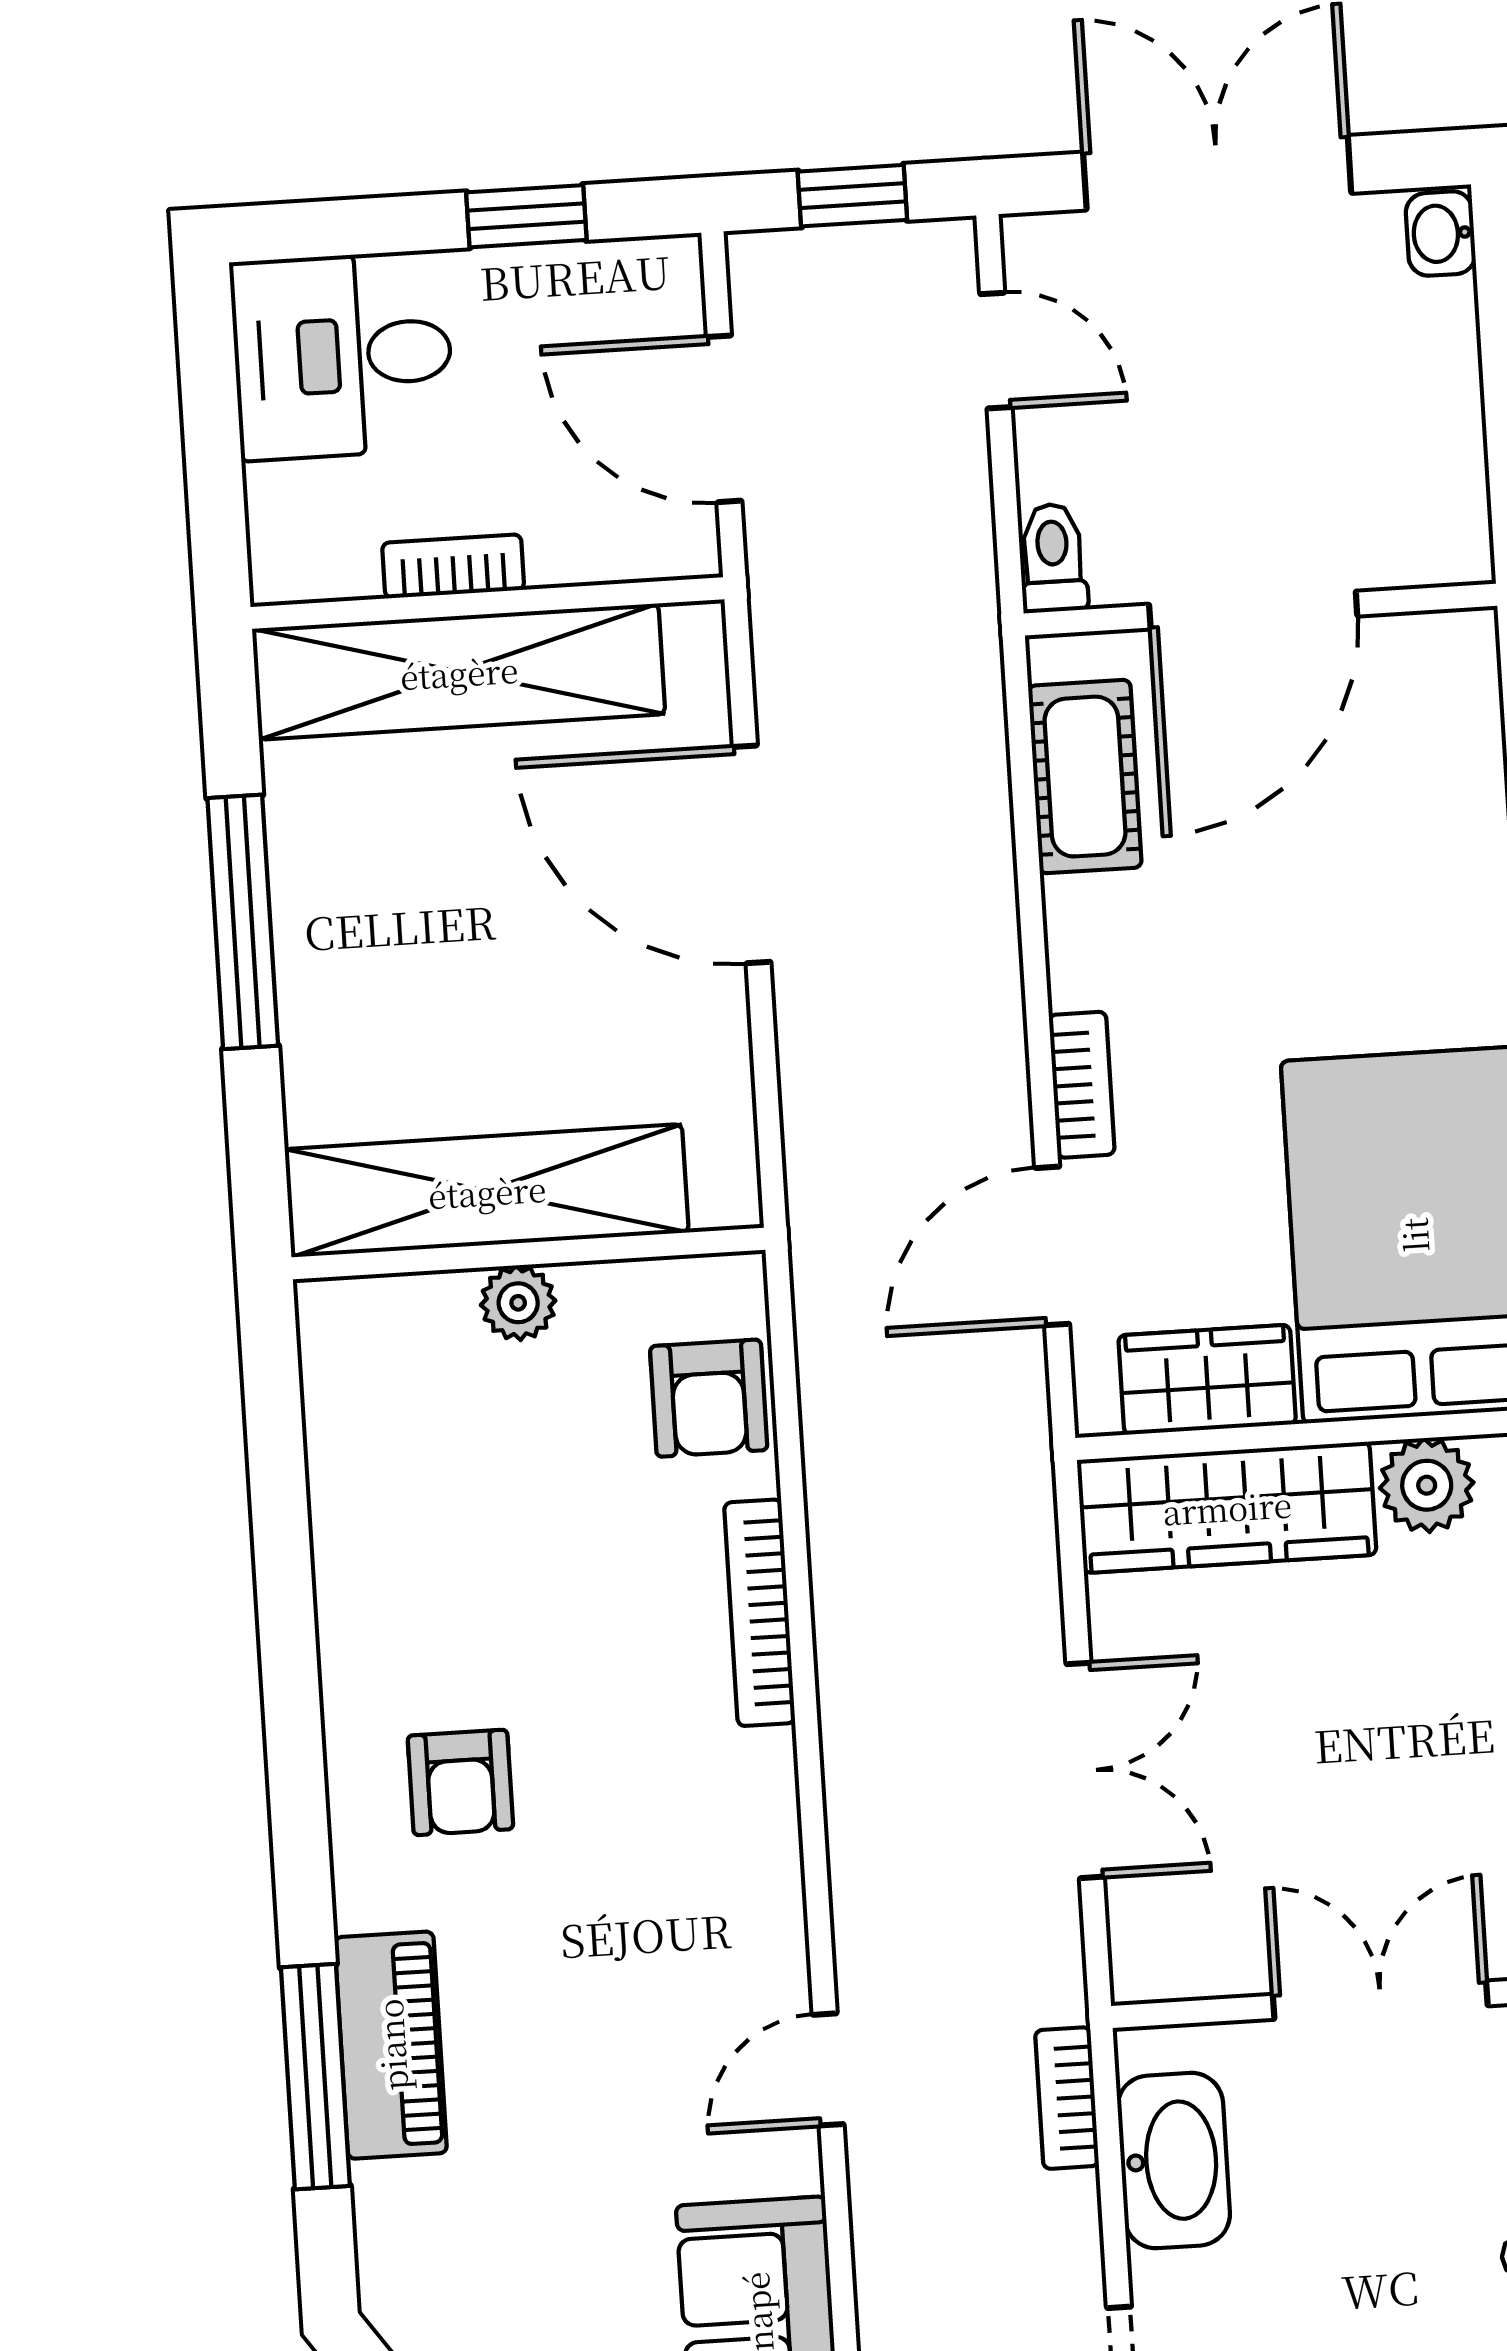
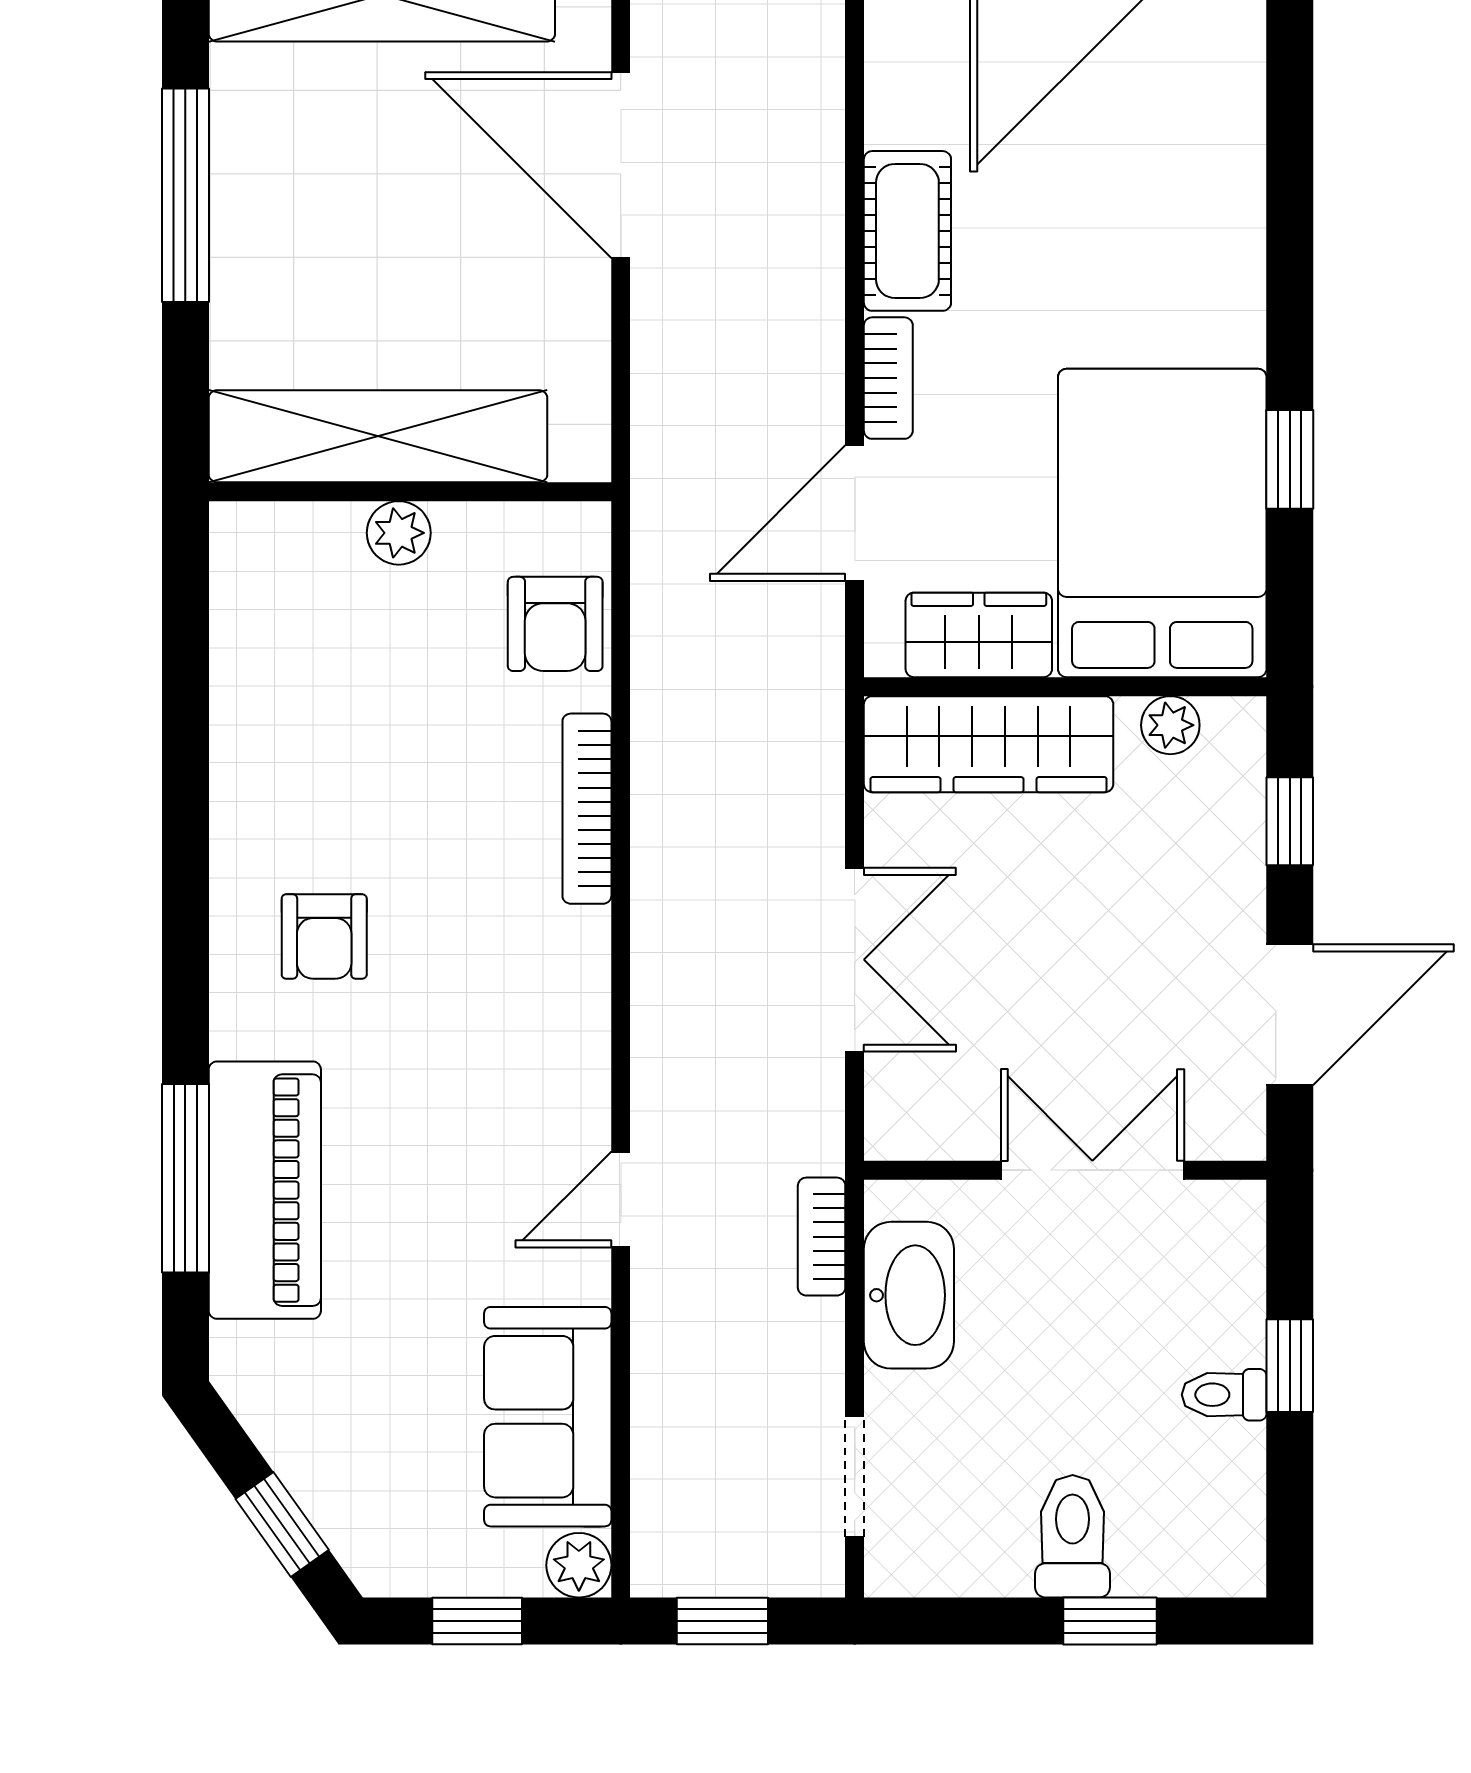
cot: (1085, 777) -> (907, 231), moved
plant: (1427, 1485) -> (1170, 725), width x0.73, depth x0.73
piano: (391, 2045) -> (265, 1190), width x1.37, depth x1.33

